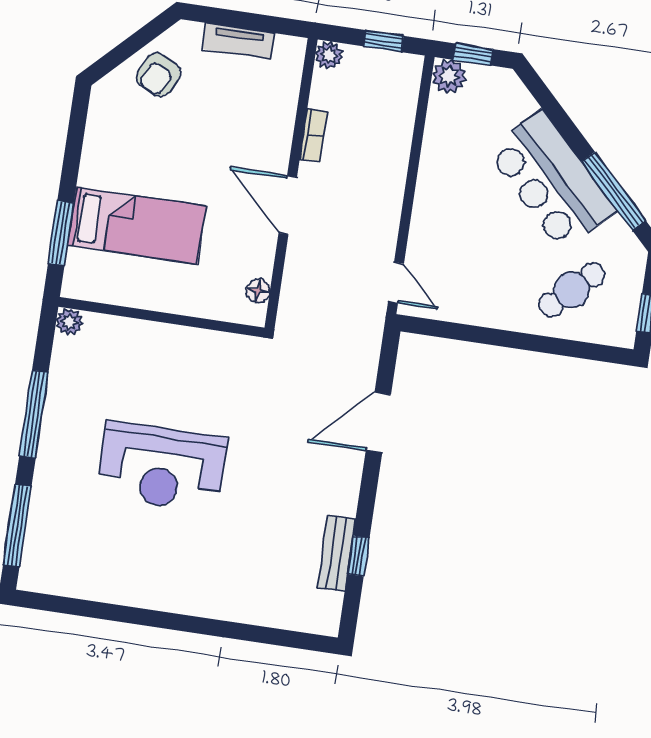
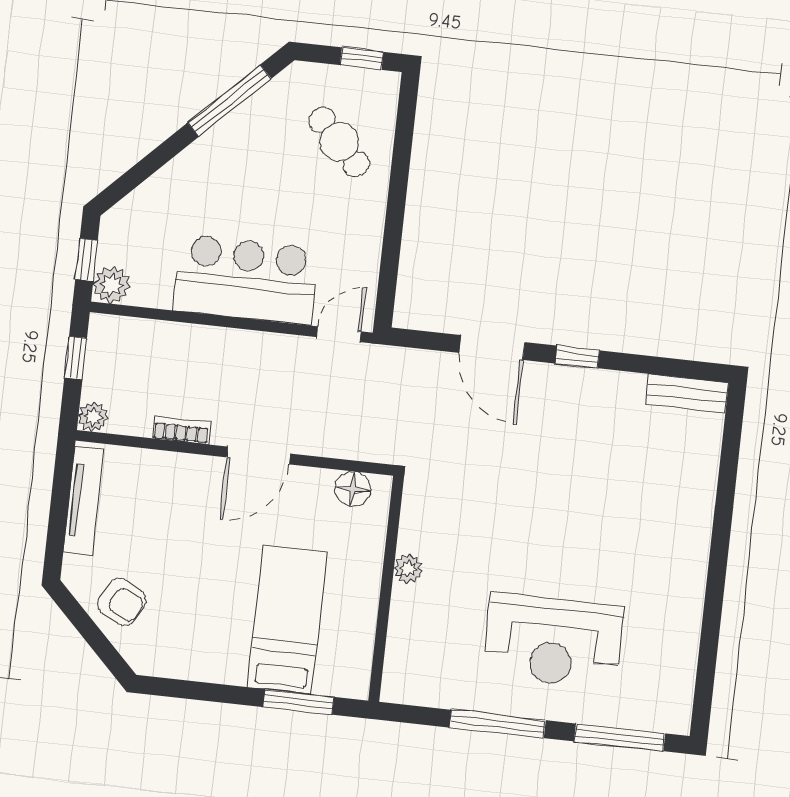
tv unit: (239, 41) -> (84, 501), width x1.41
bar counter: (551, 181) -> (246, 280), moved, turned -135
floor lamp: (258, 291) -> (353, 489), width x1.37, depth x1.37
plant: (69, 322) -> (408, 569), moved
reception desk: (162, 467) -> (553, 641), moved, turned 90
bench: (336, 553) -> (687, 394), moved
window: (358, 556) -> (577, 357), moved

